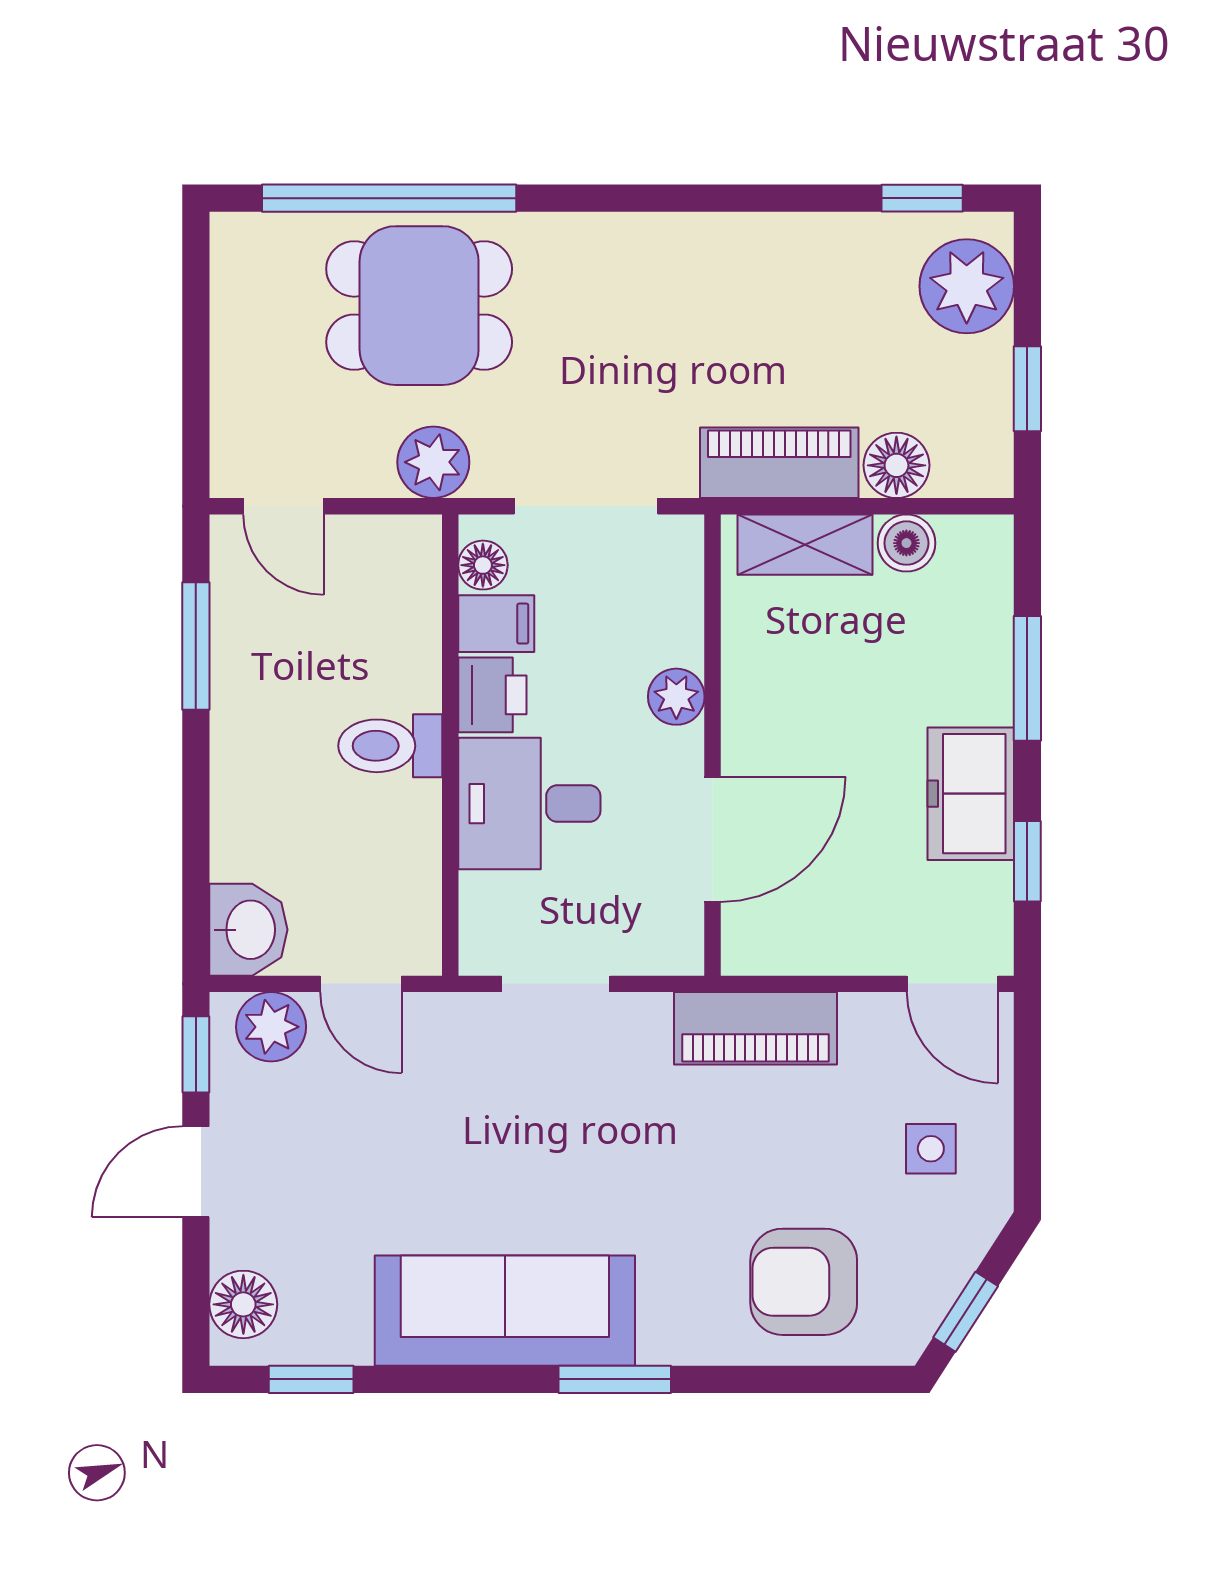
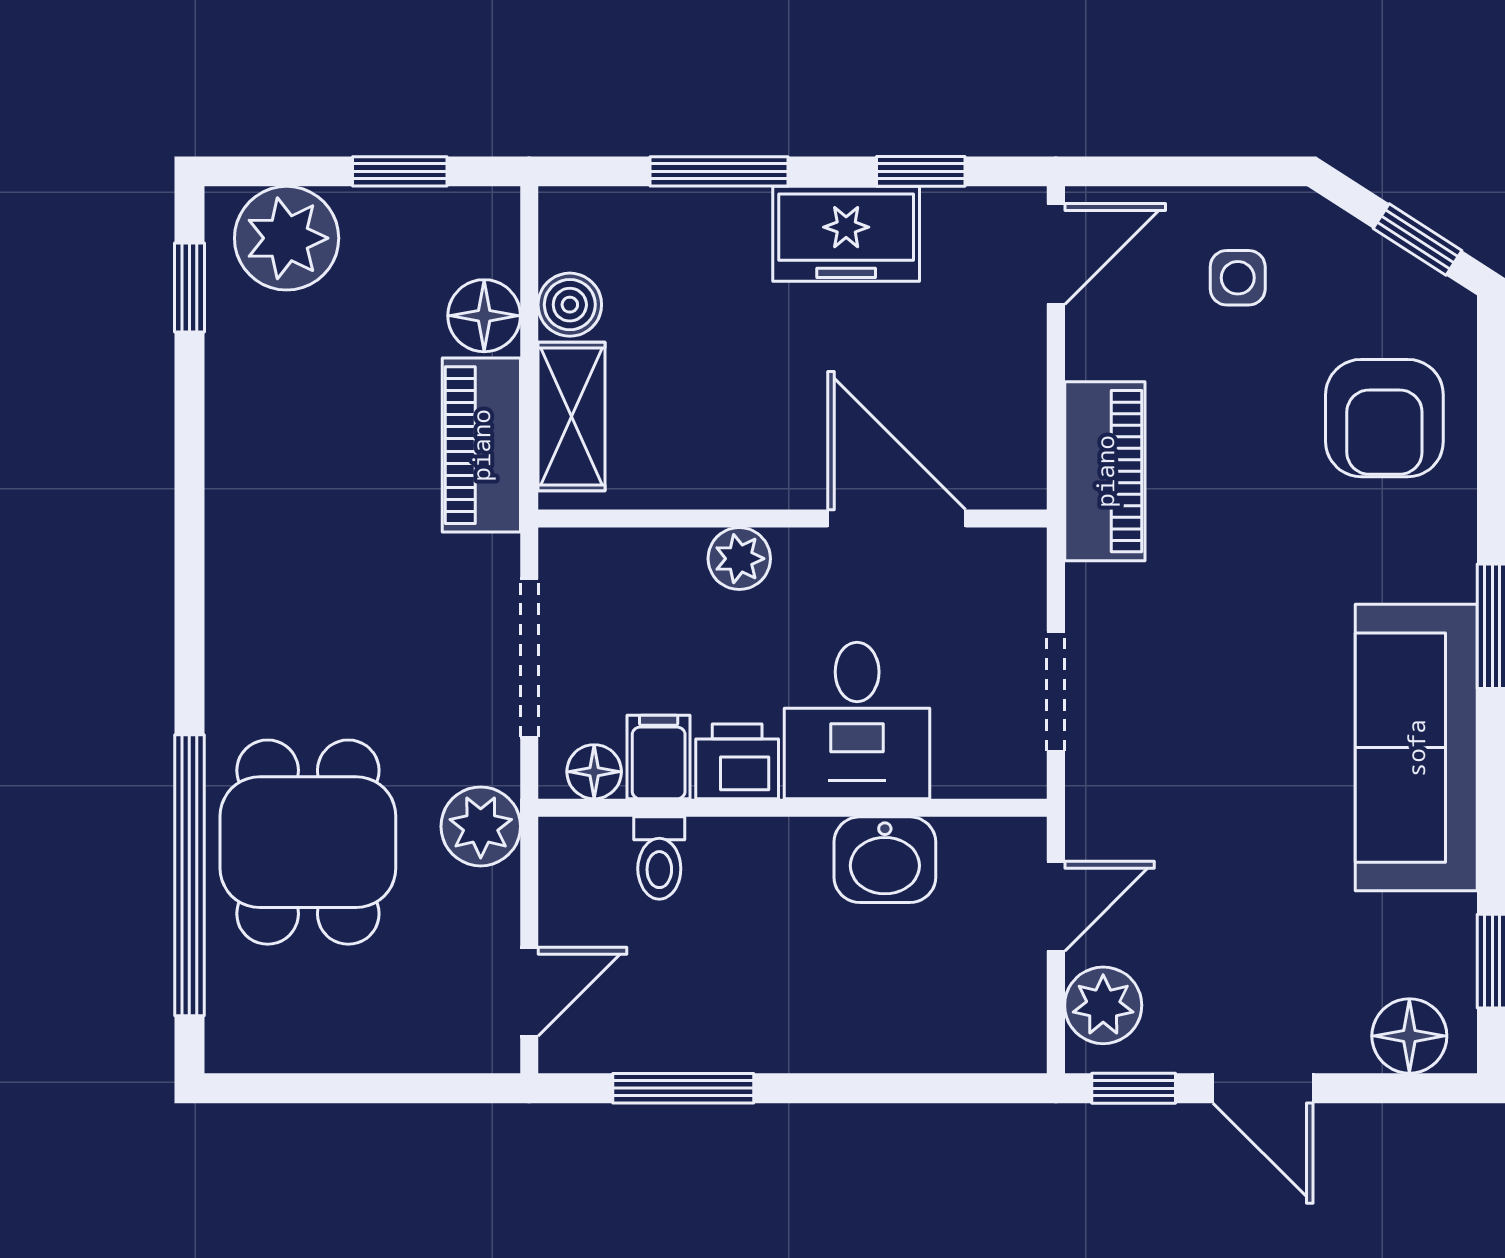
toilet: (390, 746) -> (659, 858), moved, width x0.73, depth x0.72
washbasin: (248, 930) -> (885, 860), moved, turned 180

